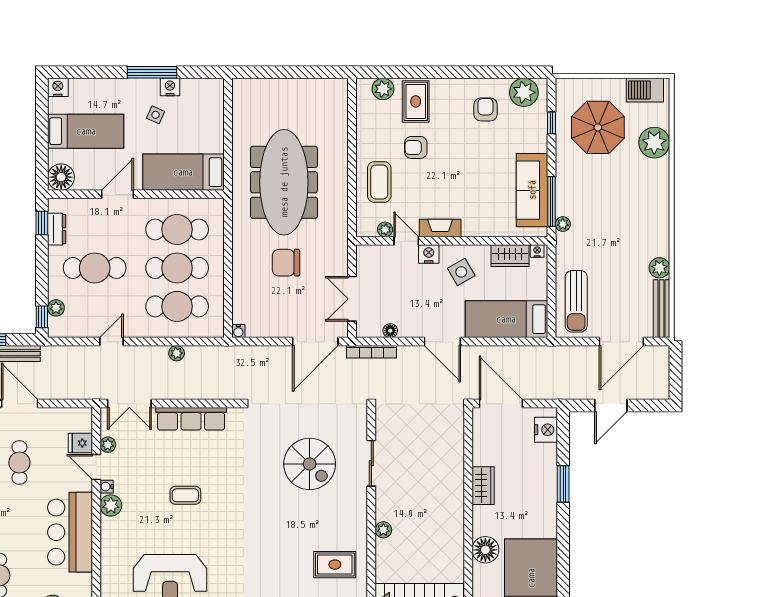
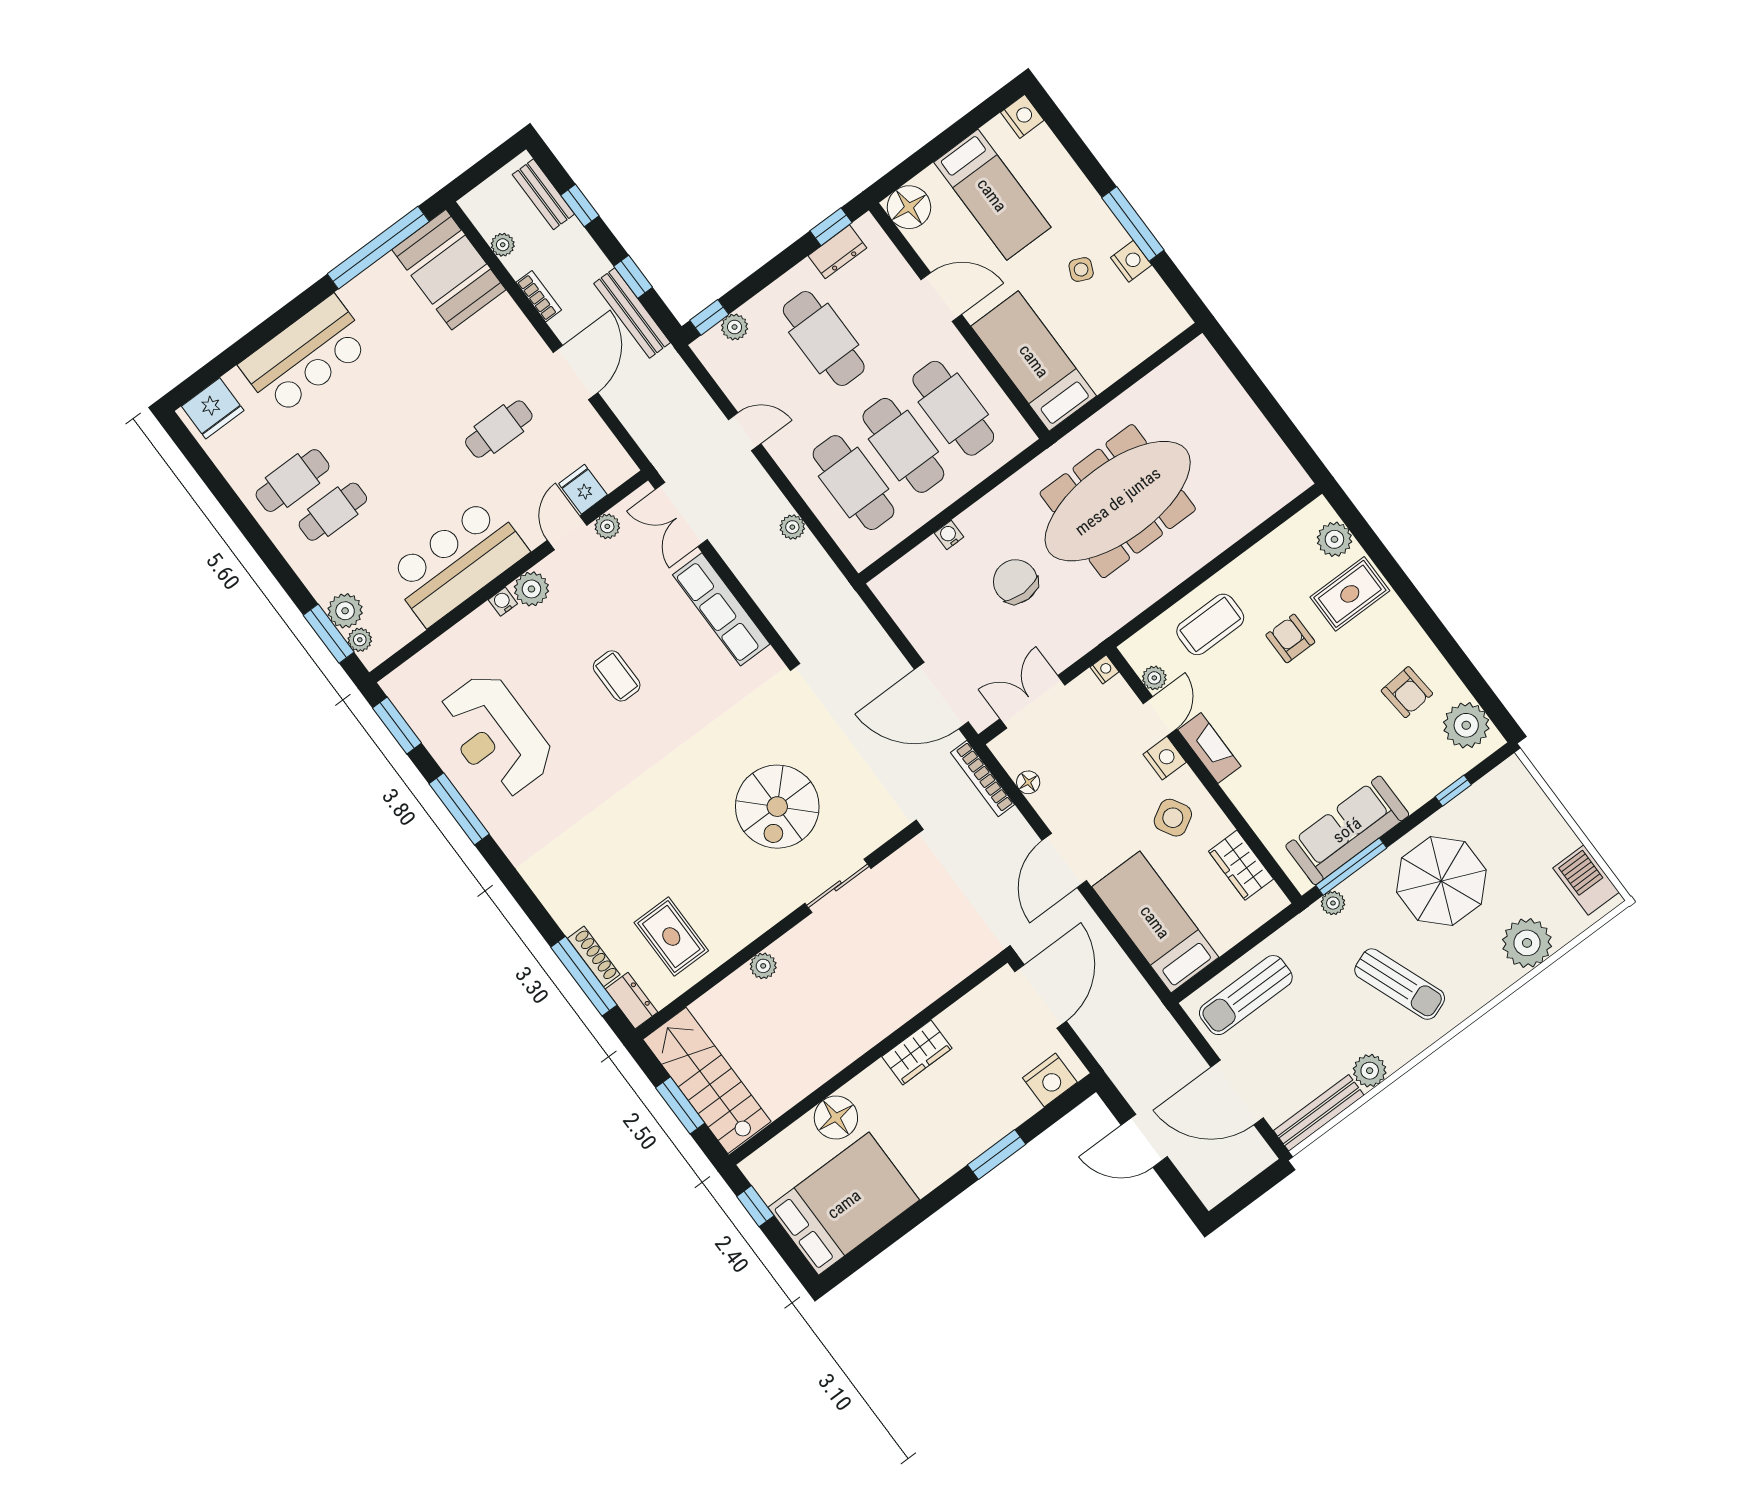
armchair: (486, 109) -> (1407, 692), turned 85
parasol: (598, 127) -> (1441, 881), moved
sun lounger: (628, 221) -> (1400, 984), added
nightstand: (537, 251) -> (1104, 669), moved
water cooler: (238, 331) -> (949, 535), moved, turned 90
water cooler: (107, 487) -> (503, 602), moved

